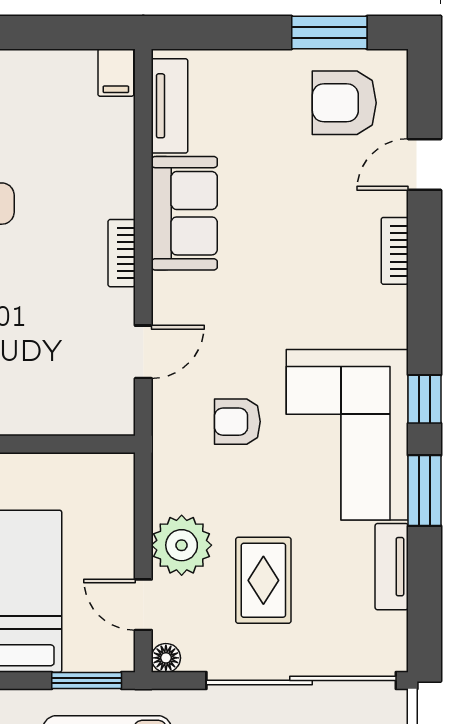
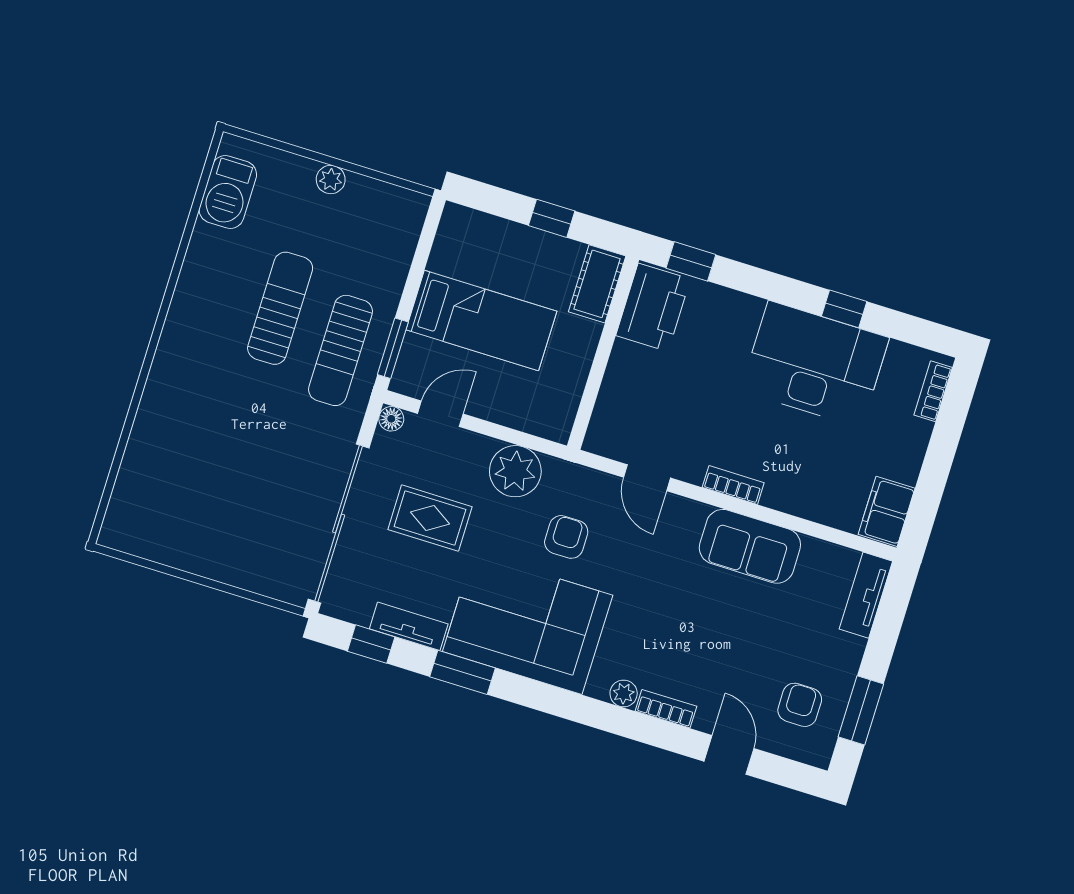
filing cabinet: (116, 73) -> (887, 511), width x2.00
armchair: (344, 103) -> (800, 705), width x0.72, depth x0.72
tv unit: (170, 106) -> (866, 595), moved, turned 90
plant: (392, 303) -> (624, 693), added
window: (424, 399) -> (371, 644), moved
plant: (182, 545) -> (515, 471), moved

